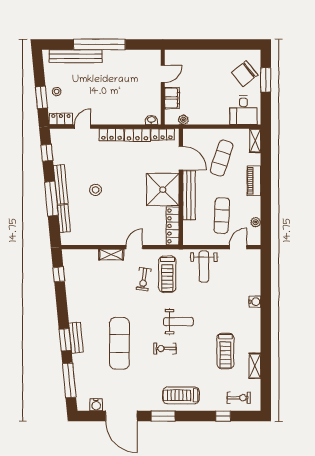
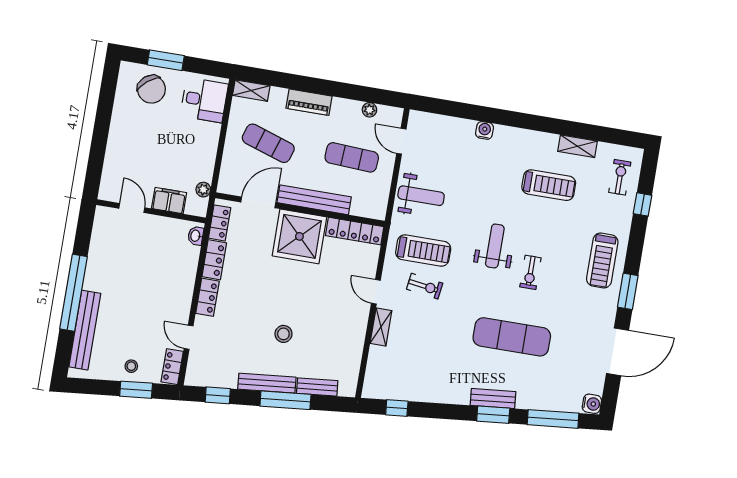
water cooler: (96, 405) -> (592, 404), moved

